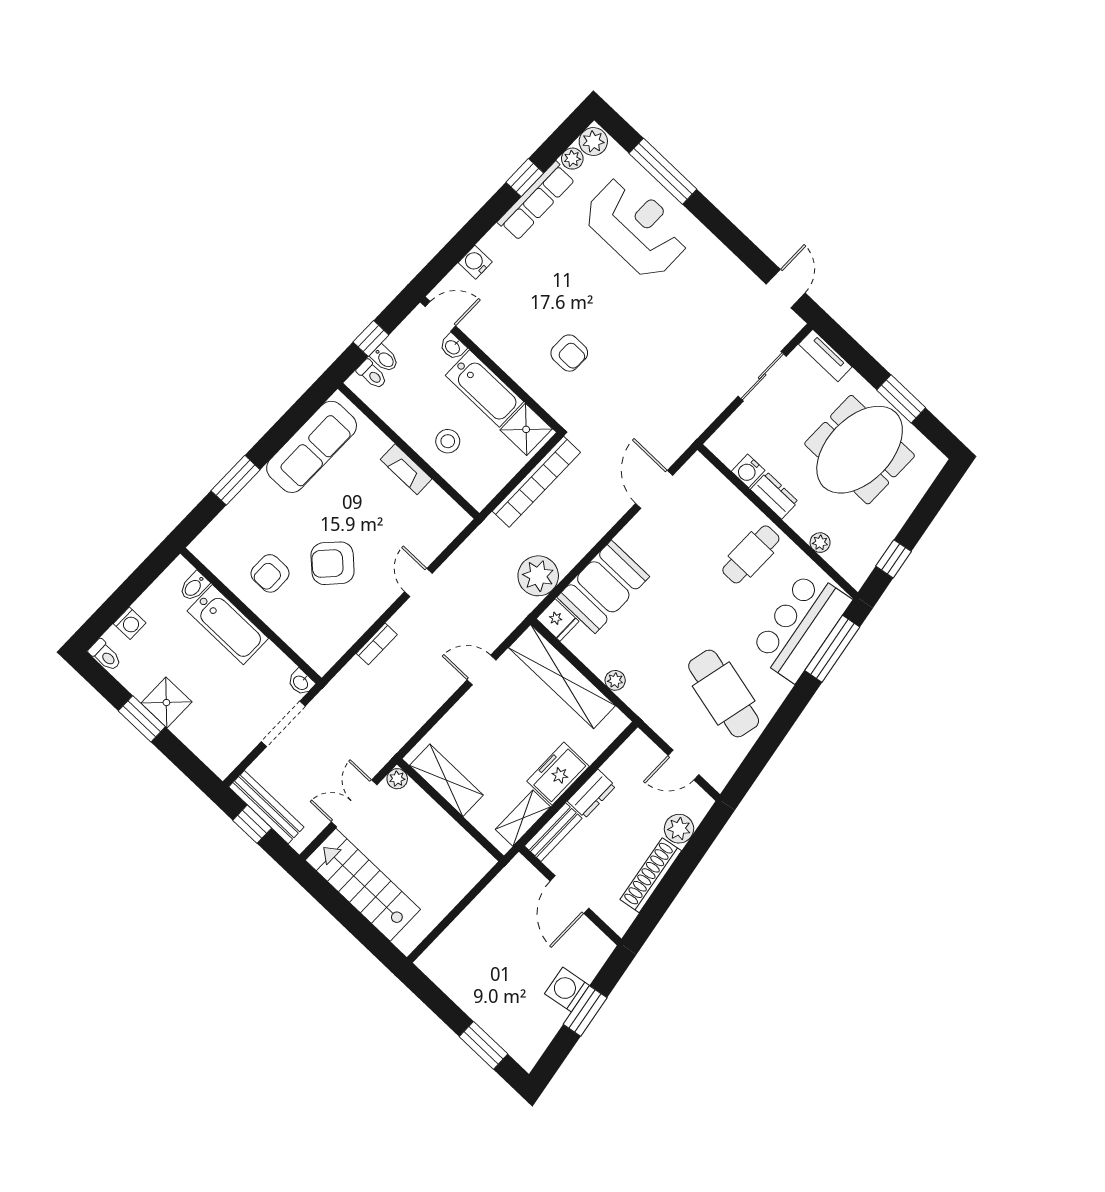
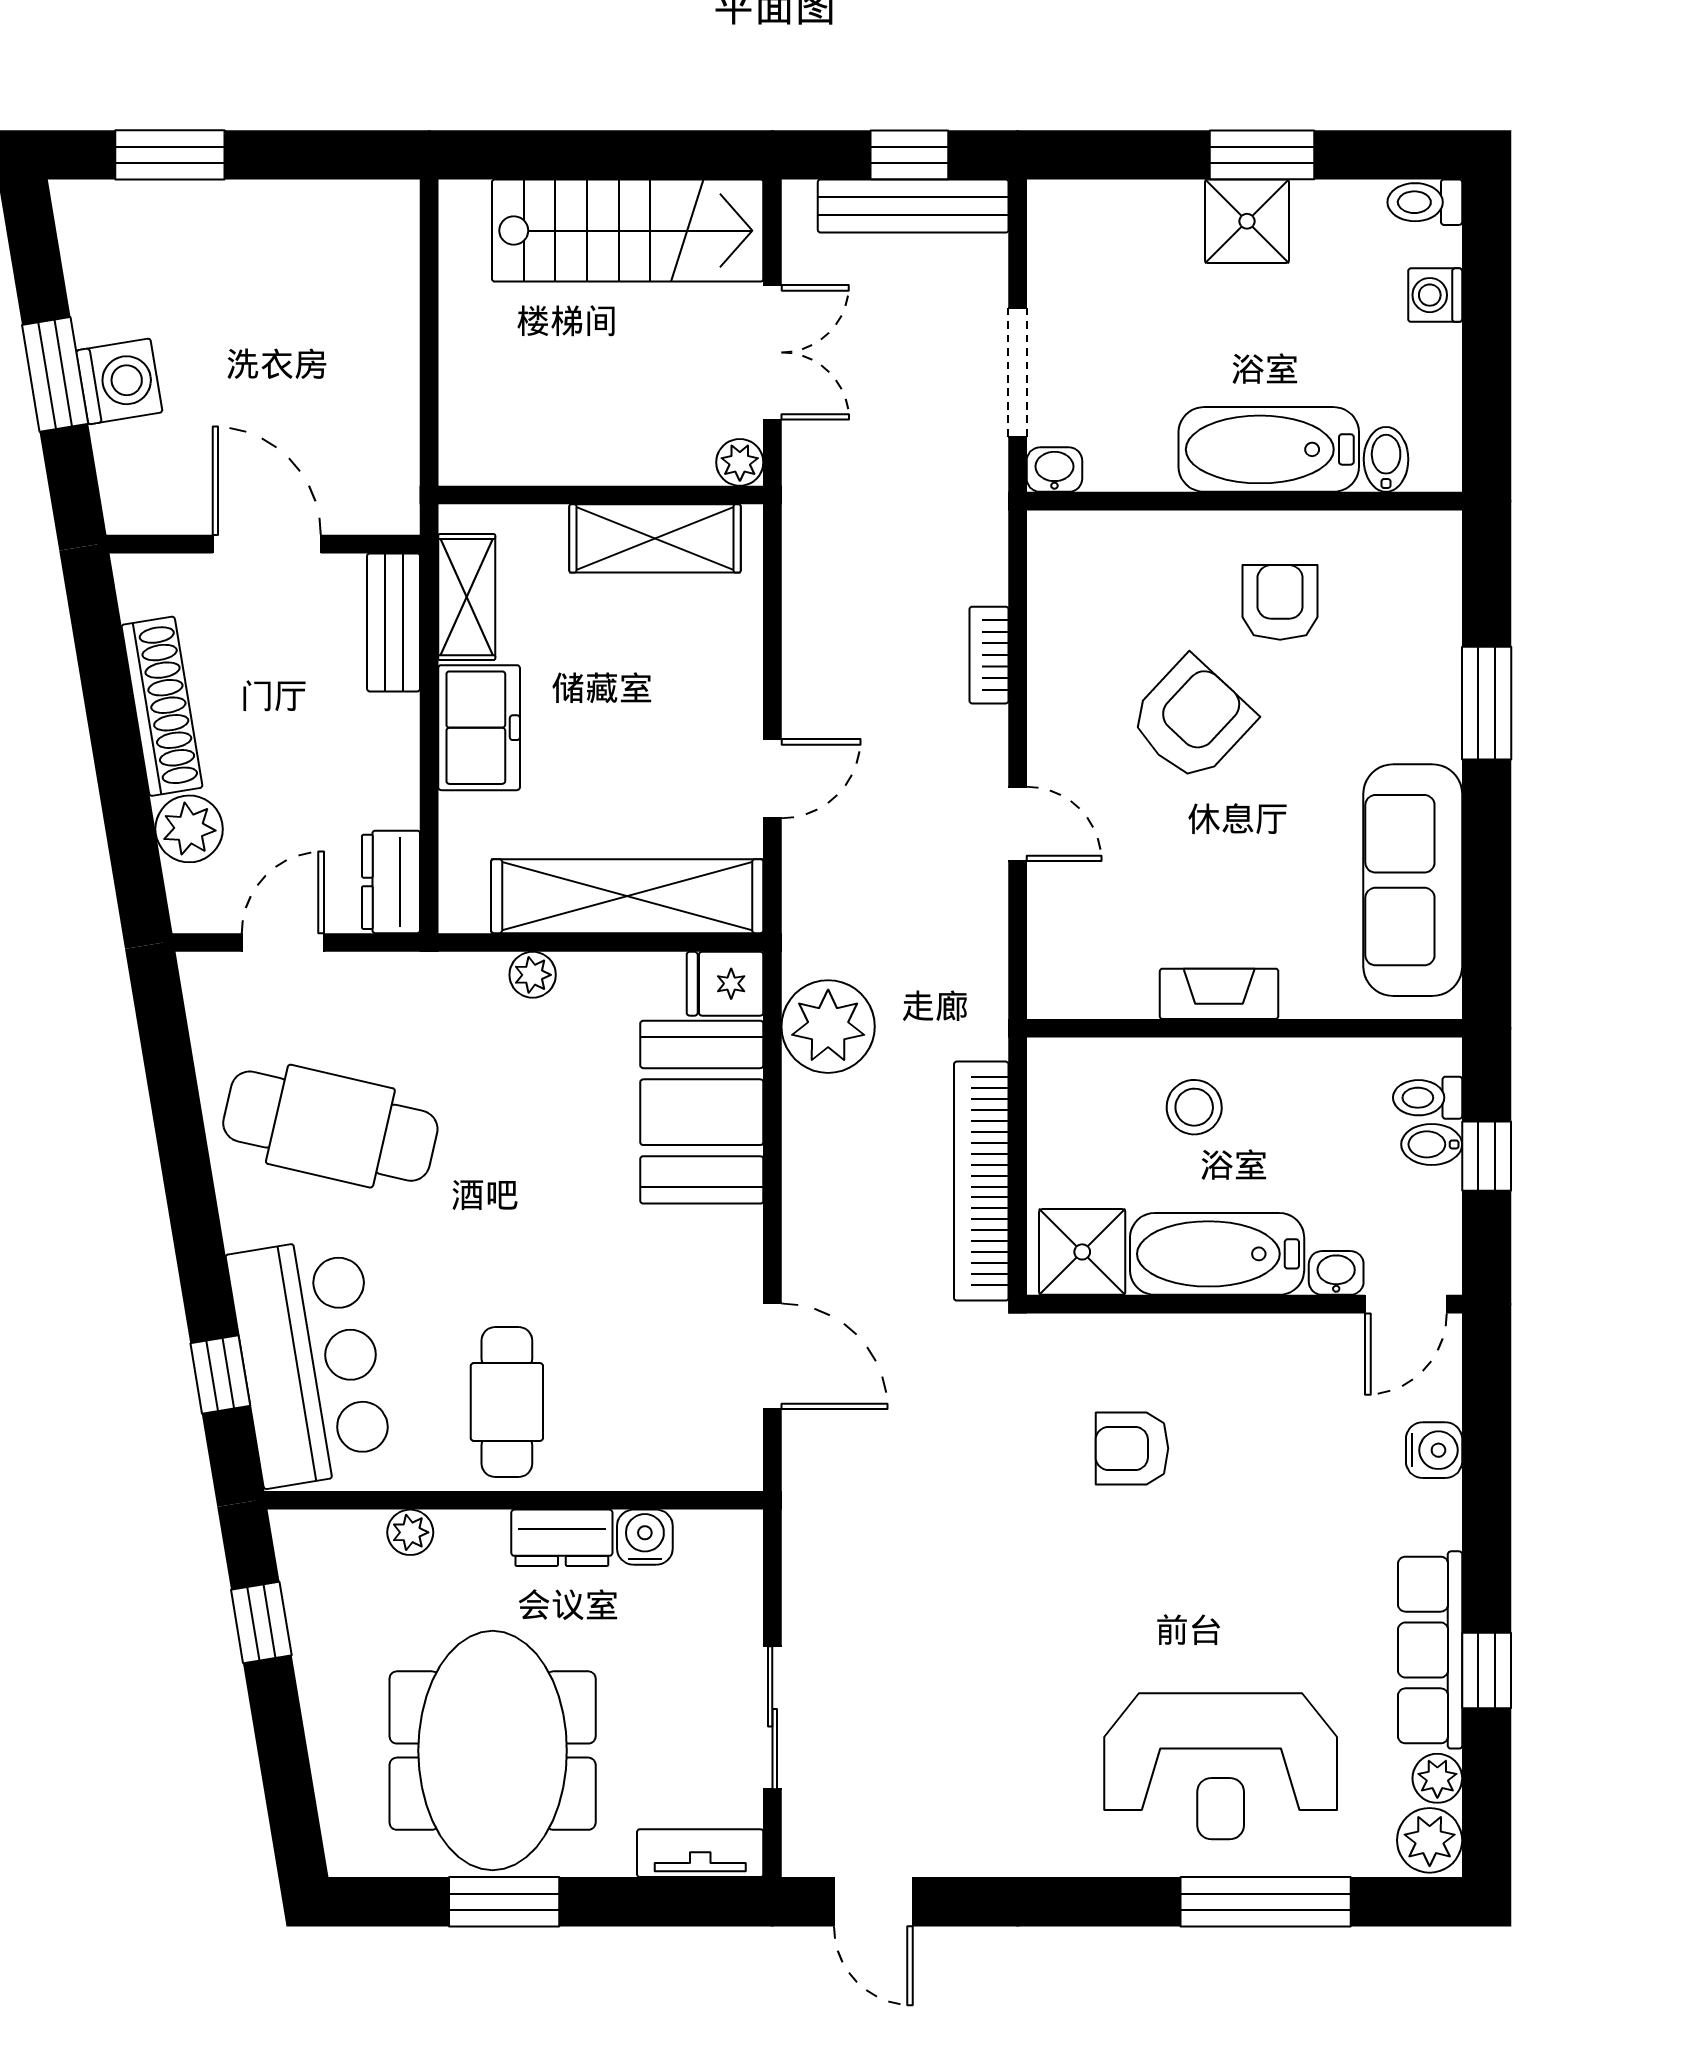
window: (832, 649) -> (220, 1374), width x0.46
dresser: (592, 794) -> (391, 882), moved

